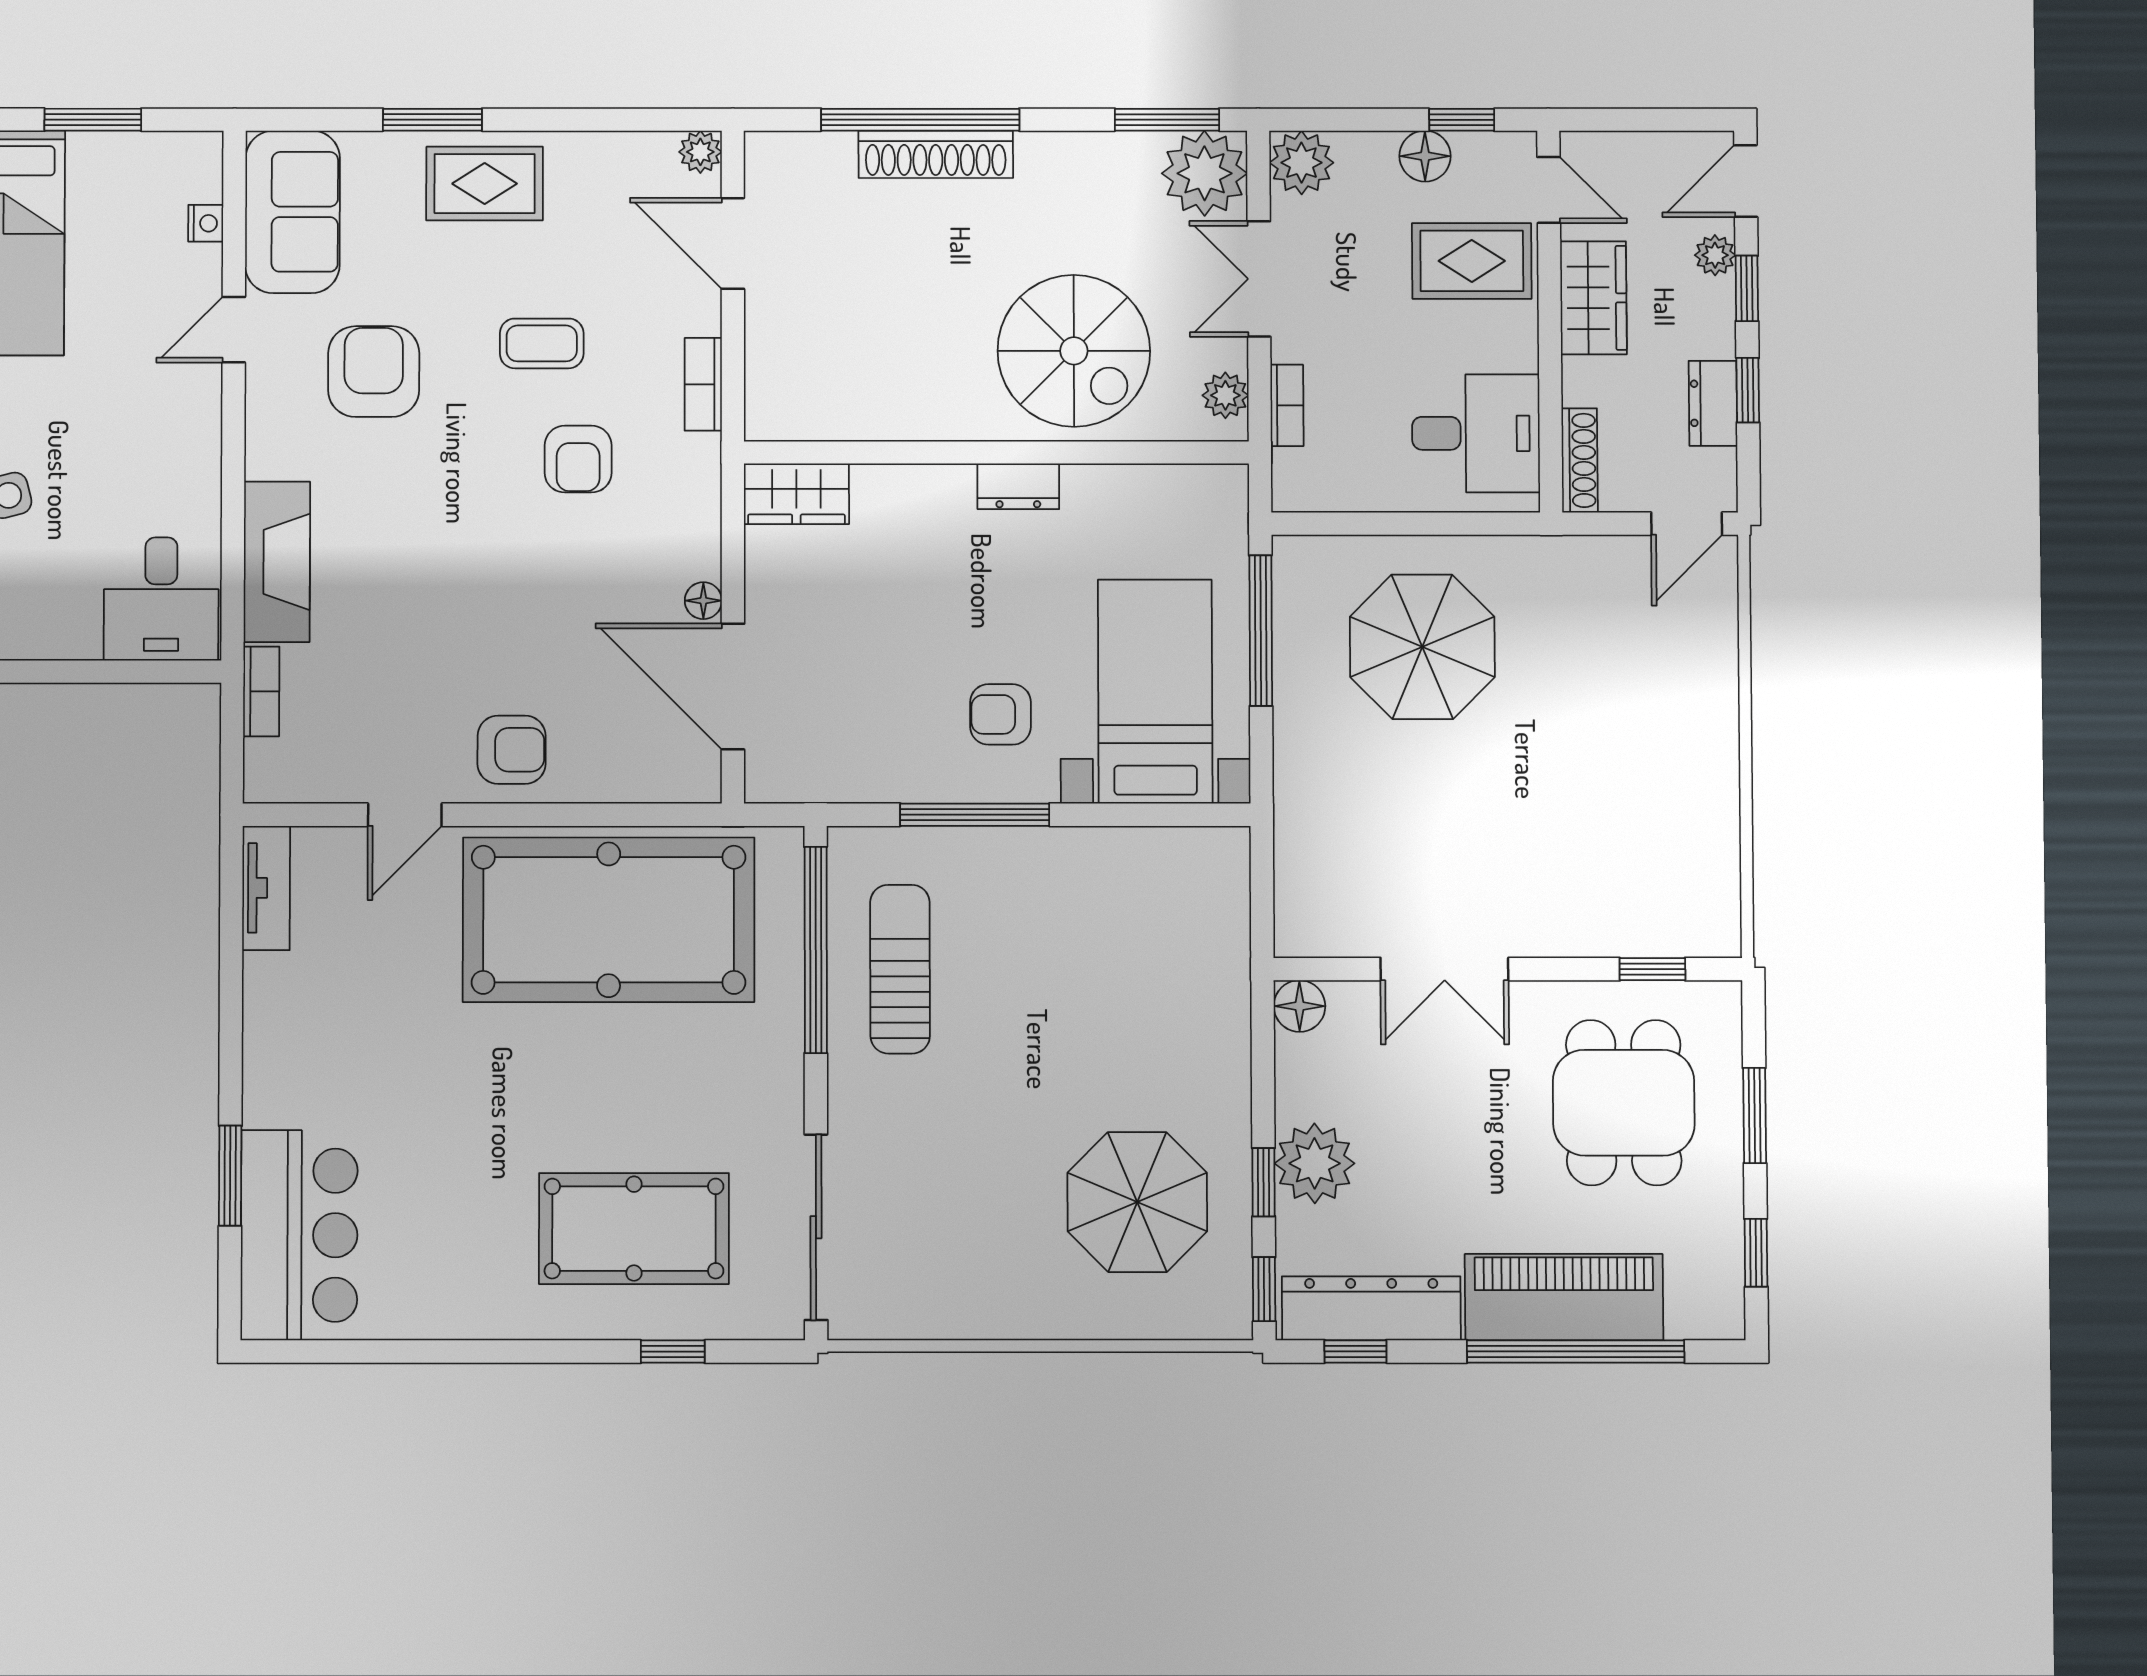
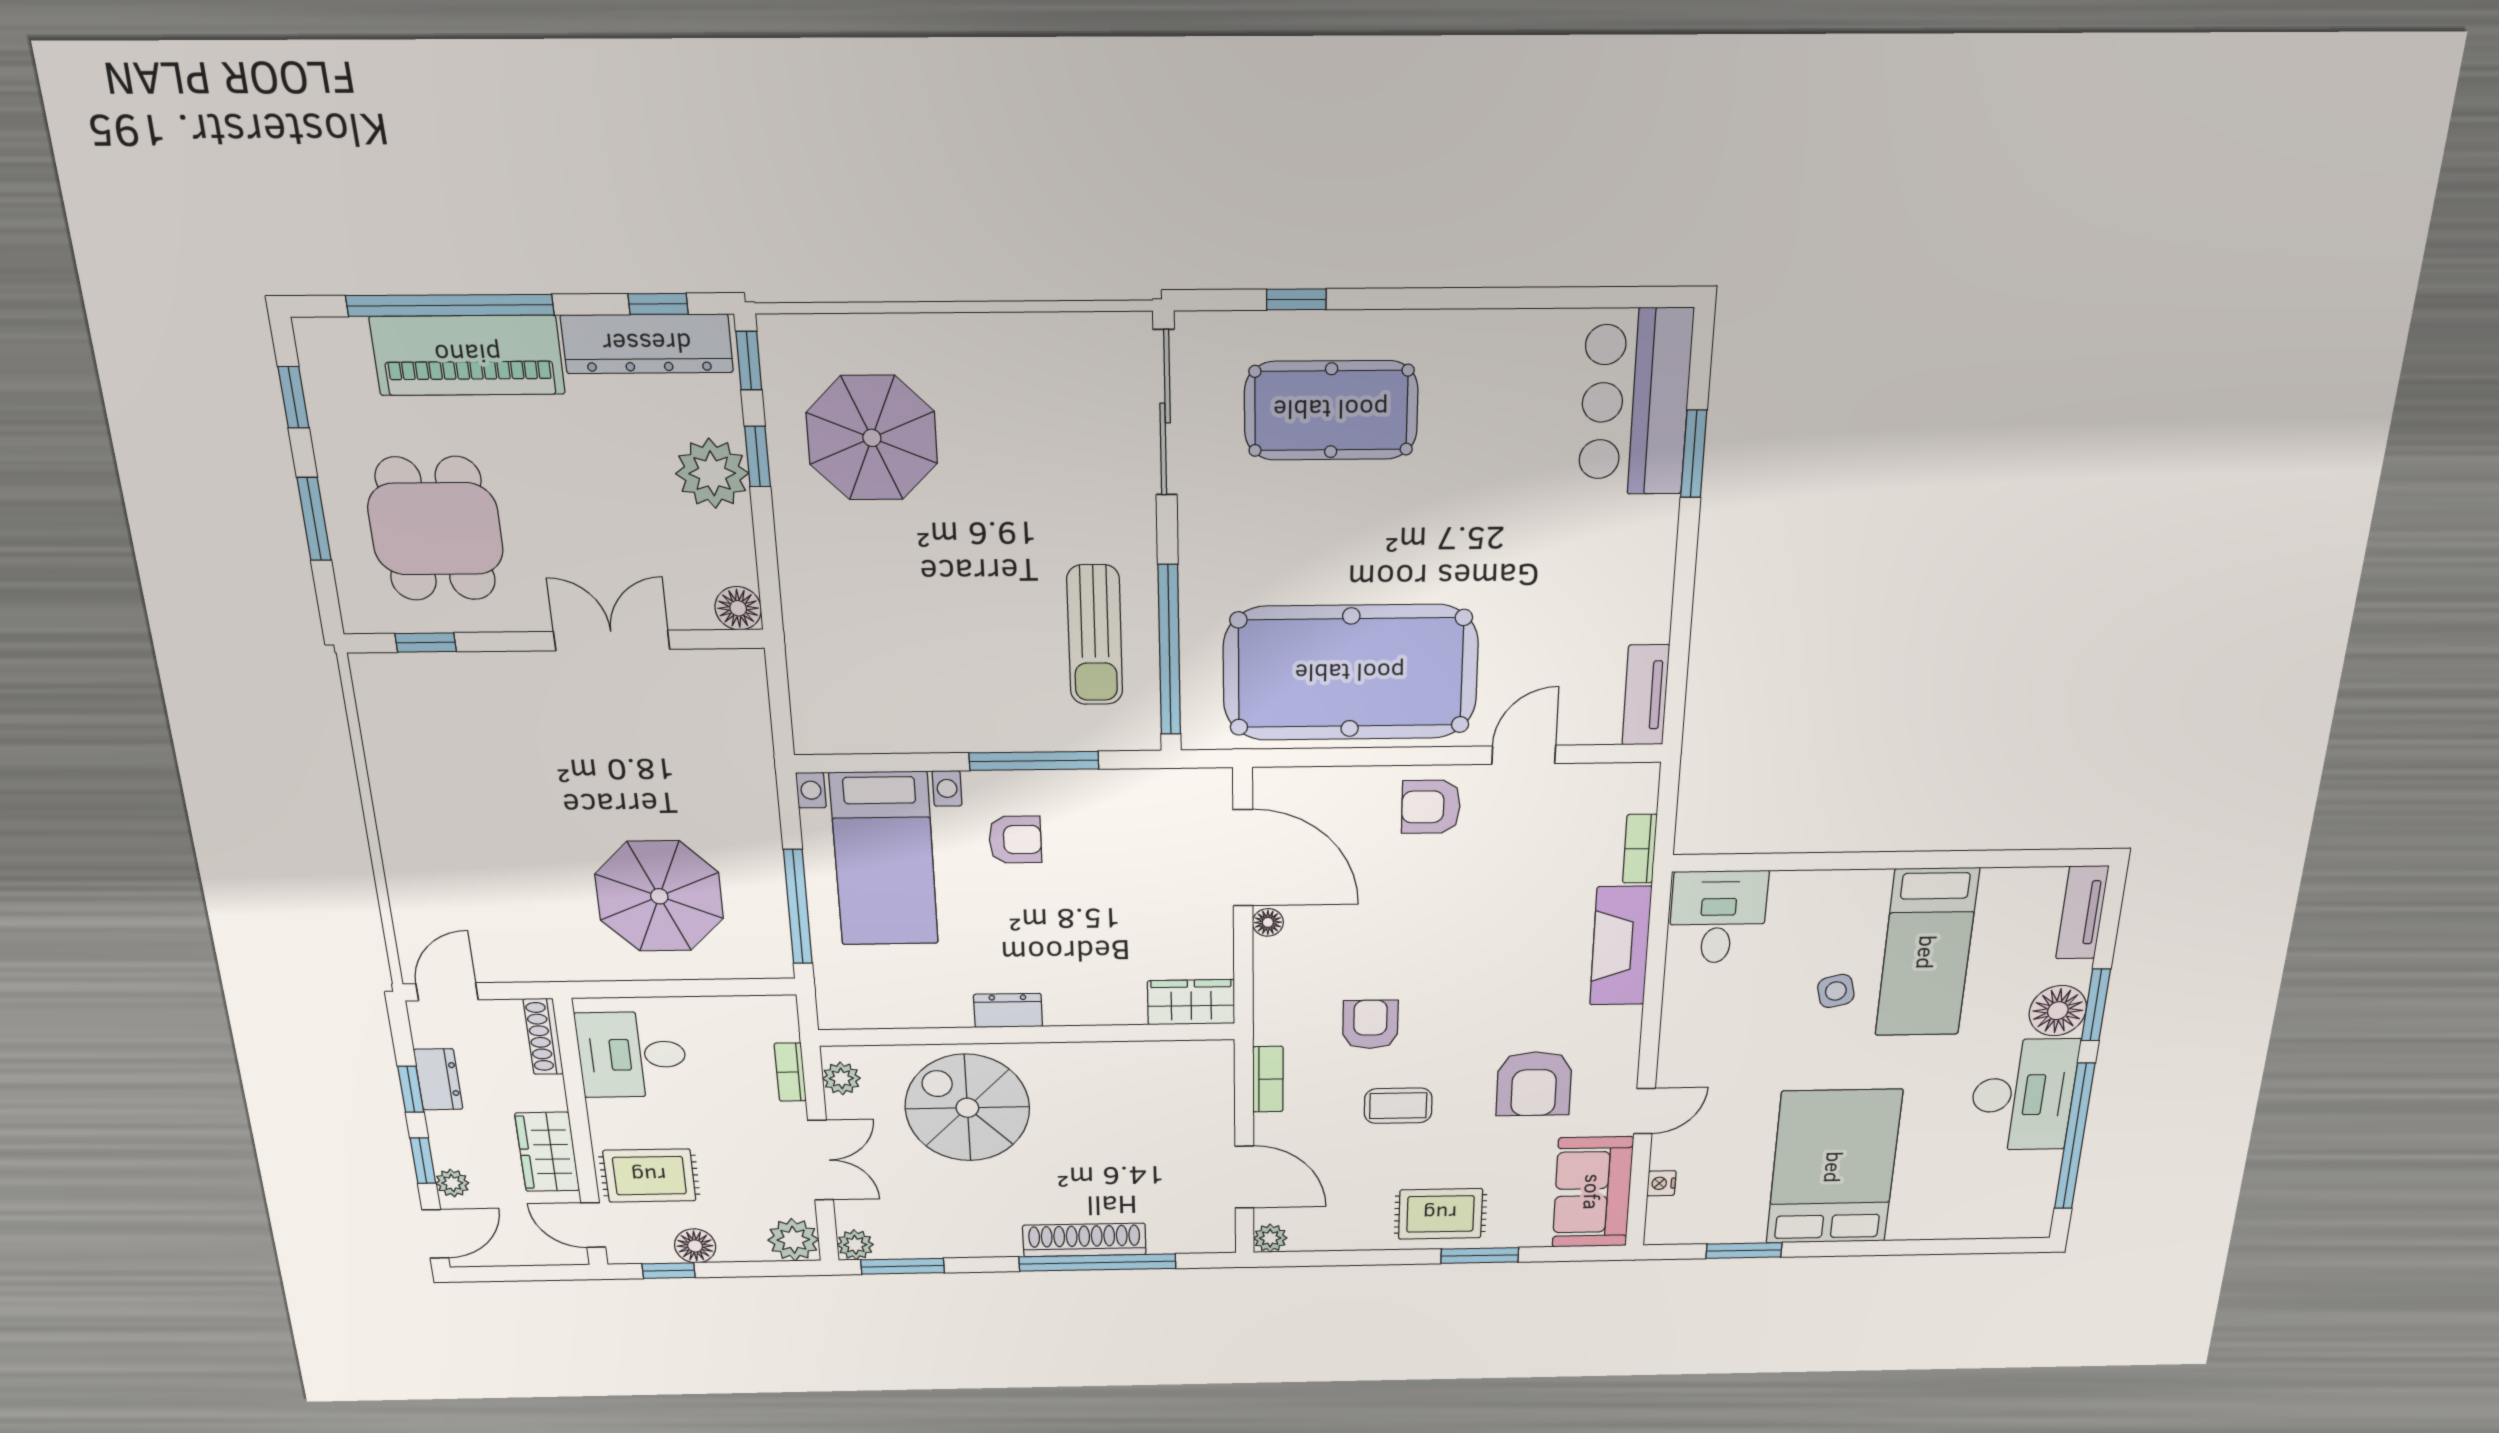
plant: (1205, 173) -> (855, 1245), width x0.53, depth x0.53

